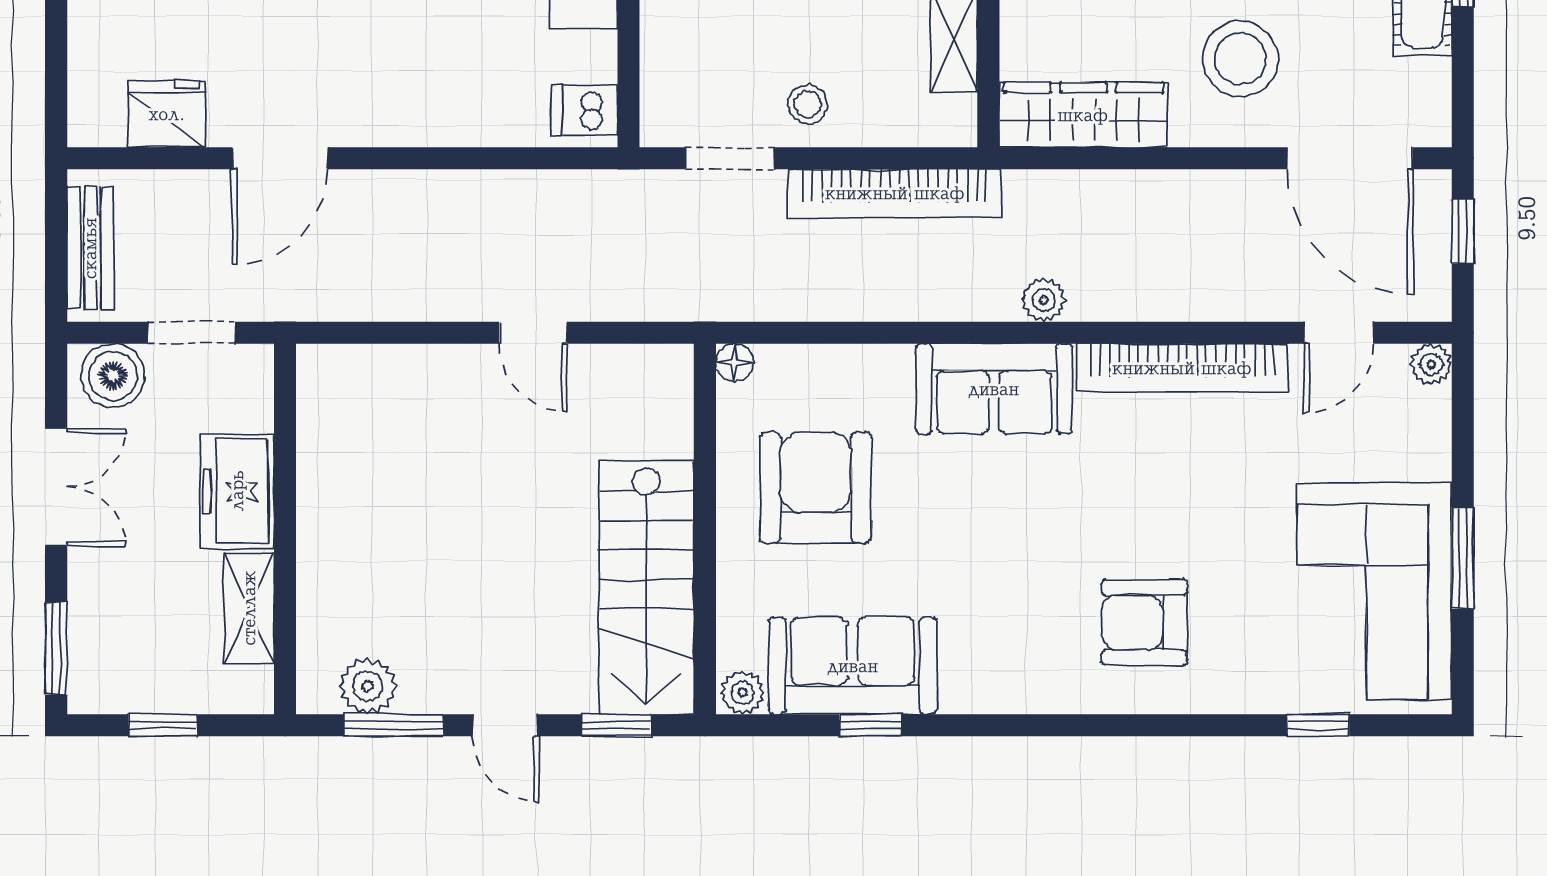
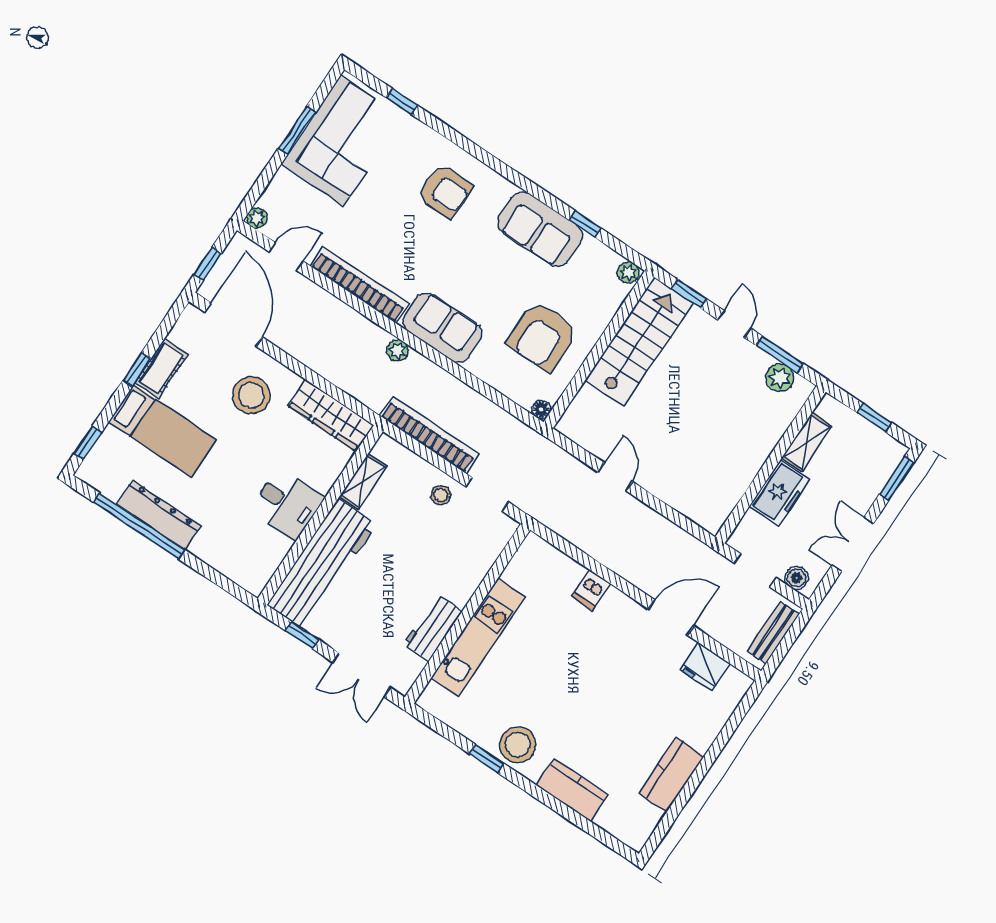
dishwasher: (585, 110) -> (591, 590), moved, turned 90
boiler: (113, 376) -> (797, 578), width x0.73, depth x0.73
sofa: (853, 666) -> (540, 229), moved

